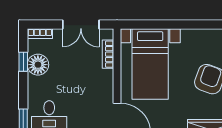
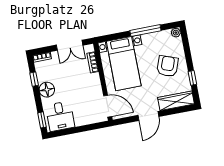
window: (189, 25) -> (145, 31), added
floor lamp: (38, 65) -> (47, 90), moved

